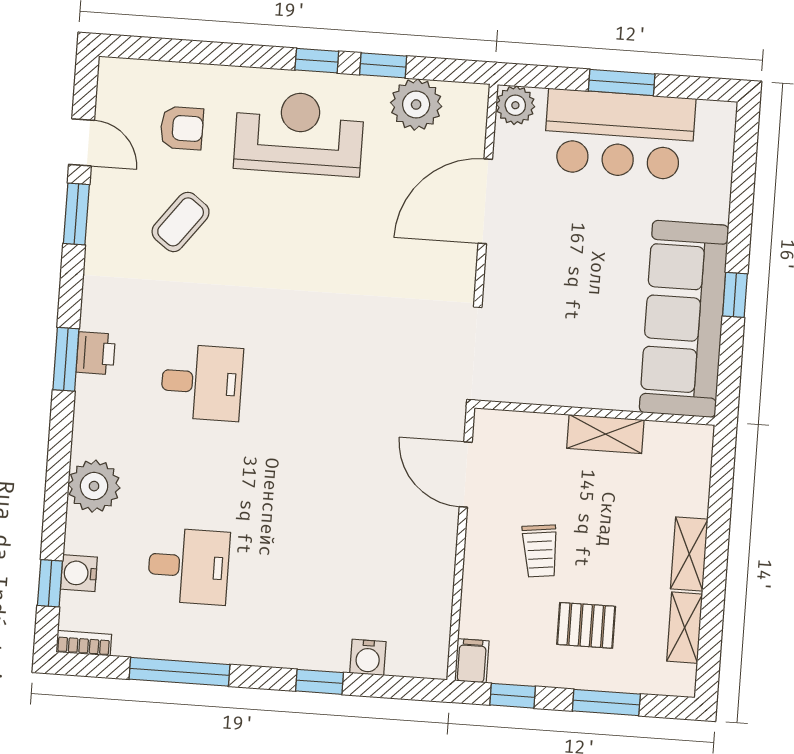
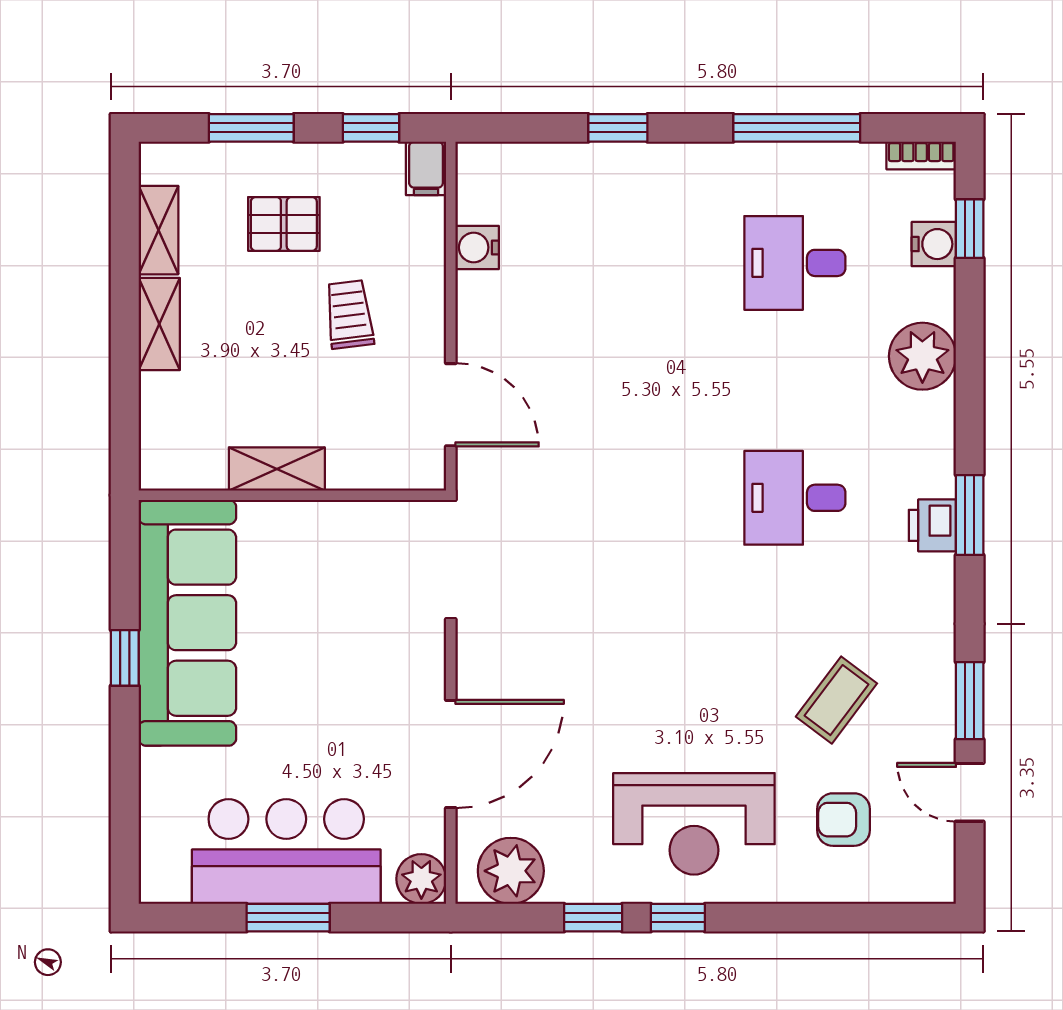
plant: (416, 105) -> (511, 871), moved
water cooler: (368, 657) -> (477, 247), moved, turned -90

